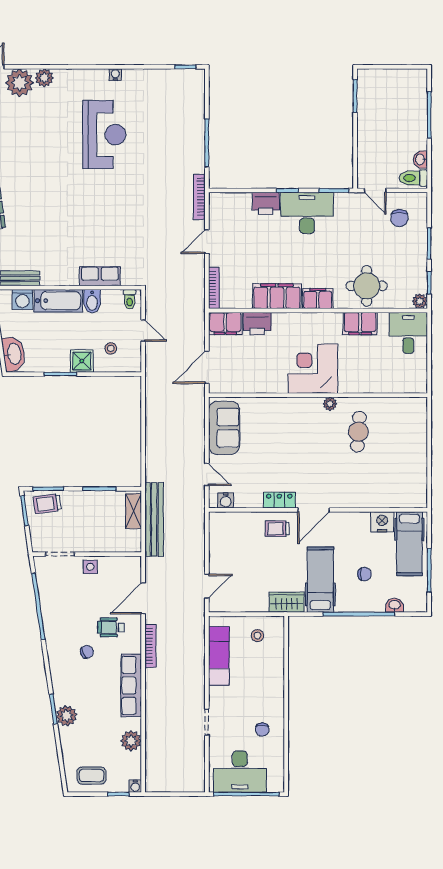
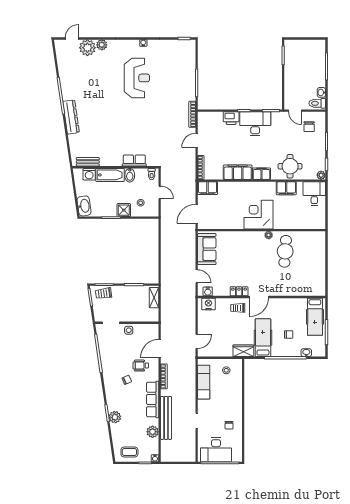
printer: (257, 324) -> (226, 188), removed
cafe table: (358, 432) -> (285, 251), width x1.37, depth x1.35
bench: (154, 520) -> (166, 418), moved
nightstand: (382, 522) -> (208, 304), moved

